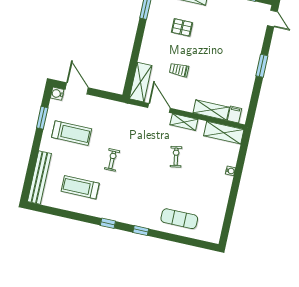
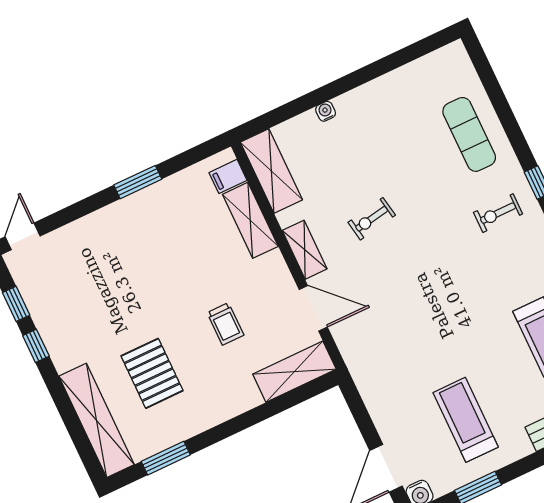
pallet: (182, 27) -> (152, 373), width x1.50, depth x1.42
window: (262, 66) -> (138, 182), moved
door: (159, 108) -> (313, 308), swing flipped
exercise bike: (112, 160) -> (498, 213), moved

